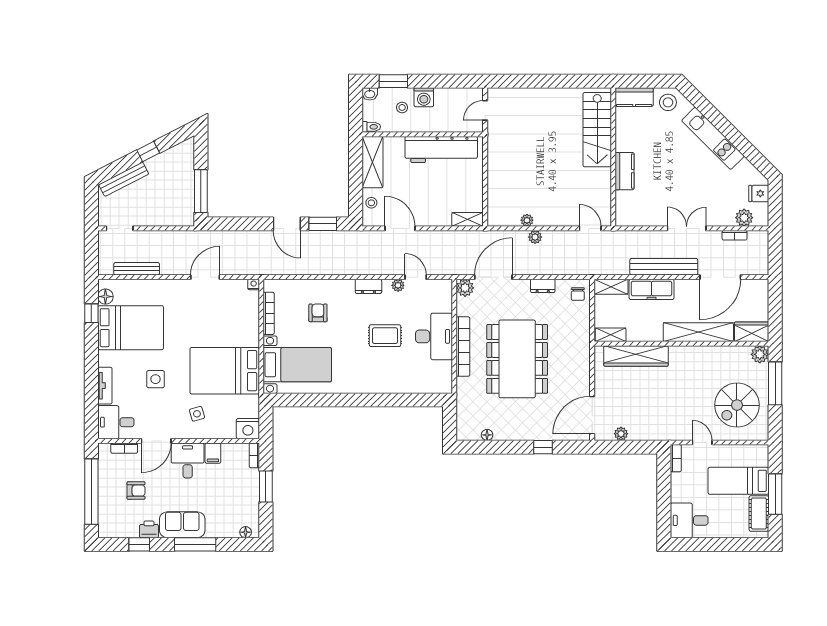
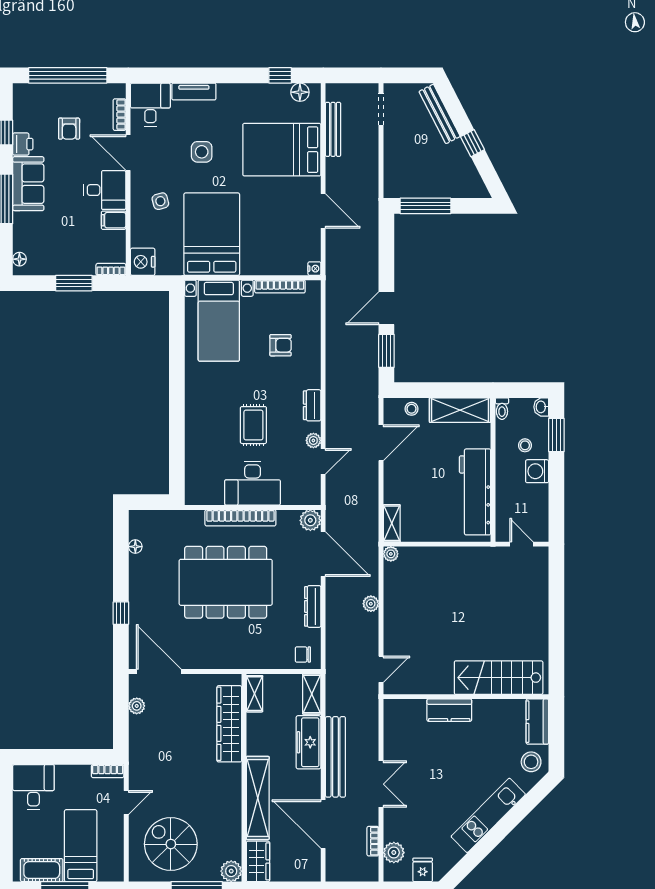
plant: (527, 220) -> (391, 554), moved
dresser: (543, 286) -> (313, 606), width x1.44
bed: (131, 328) -> (282, 150), moved, turned 90

